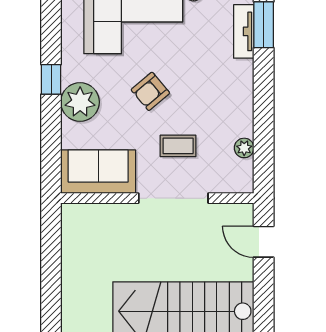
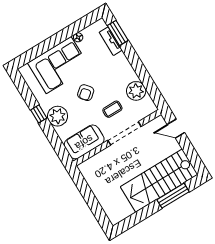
plant: (244, 148) -> (136, 91), width x1.87, depth x1.87

